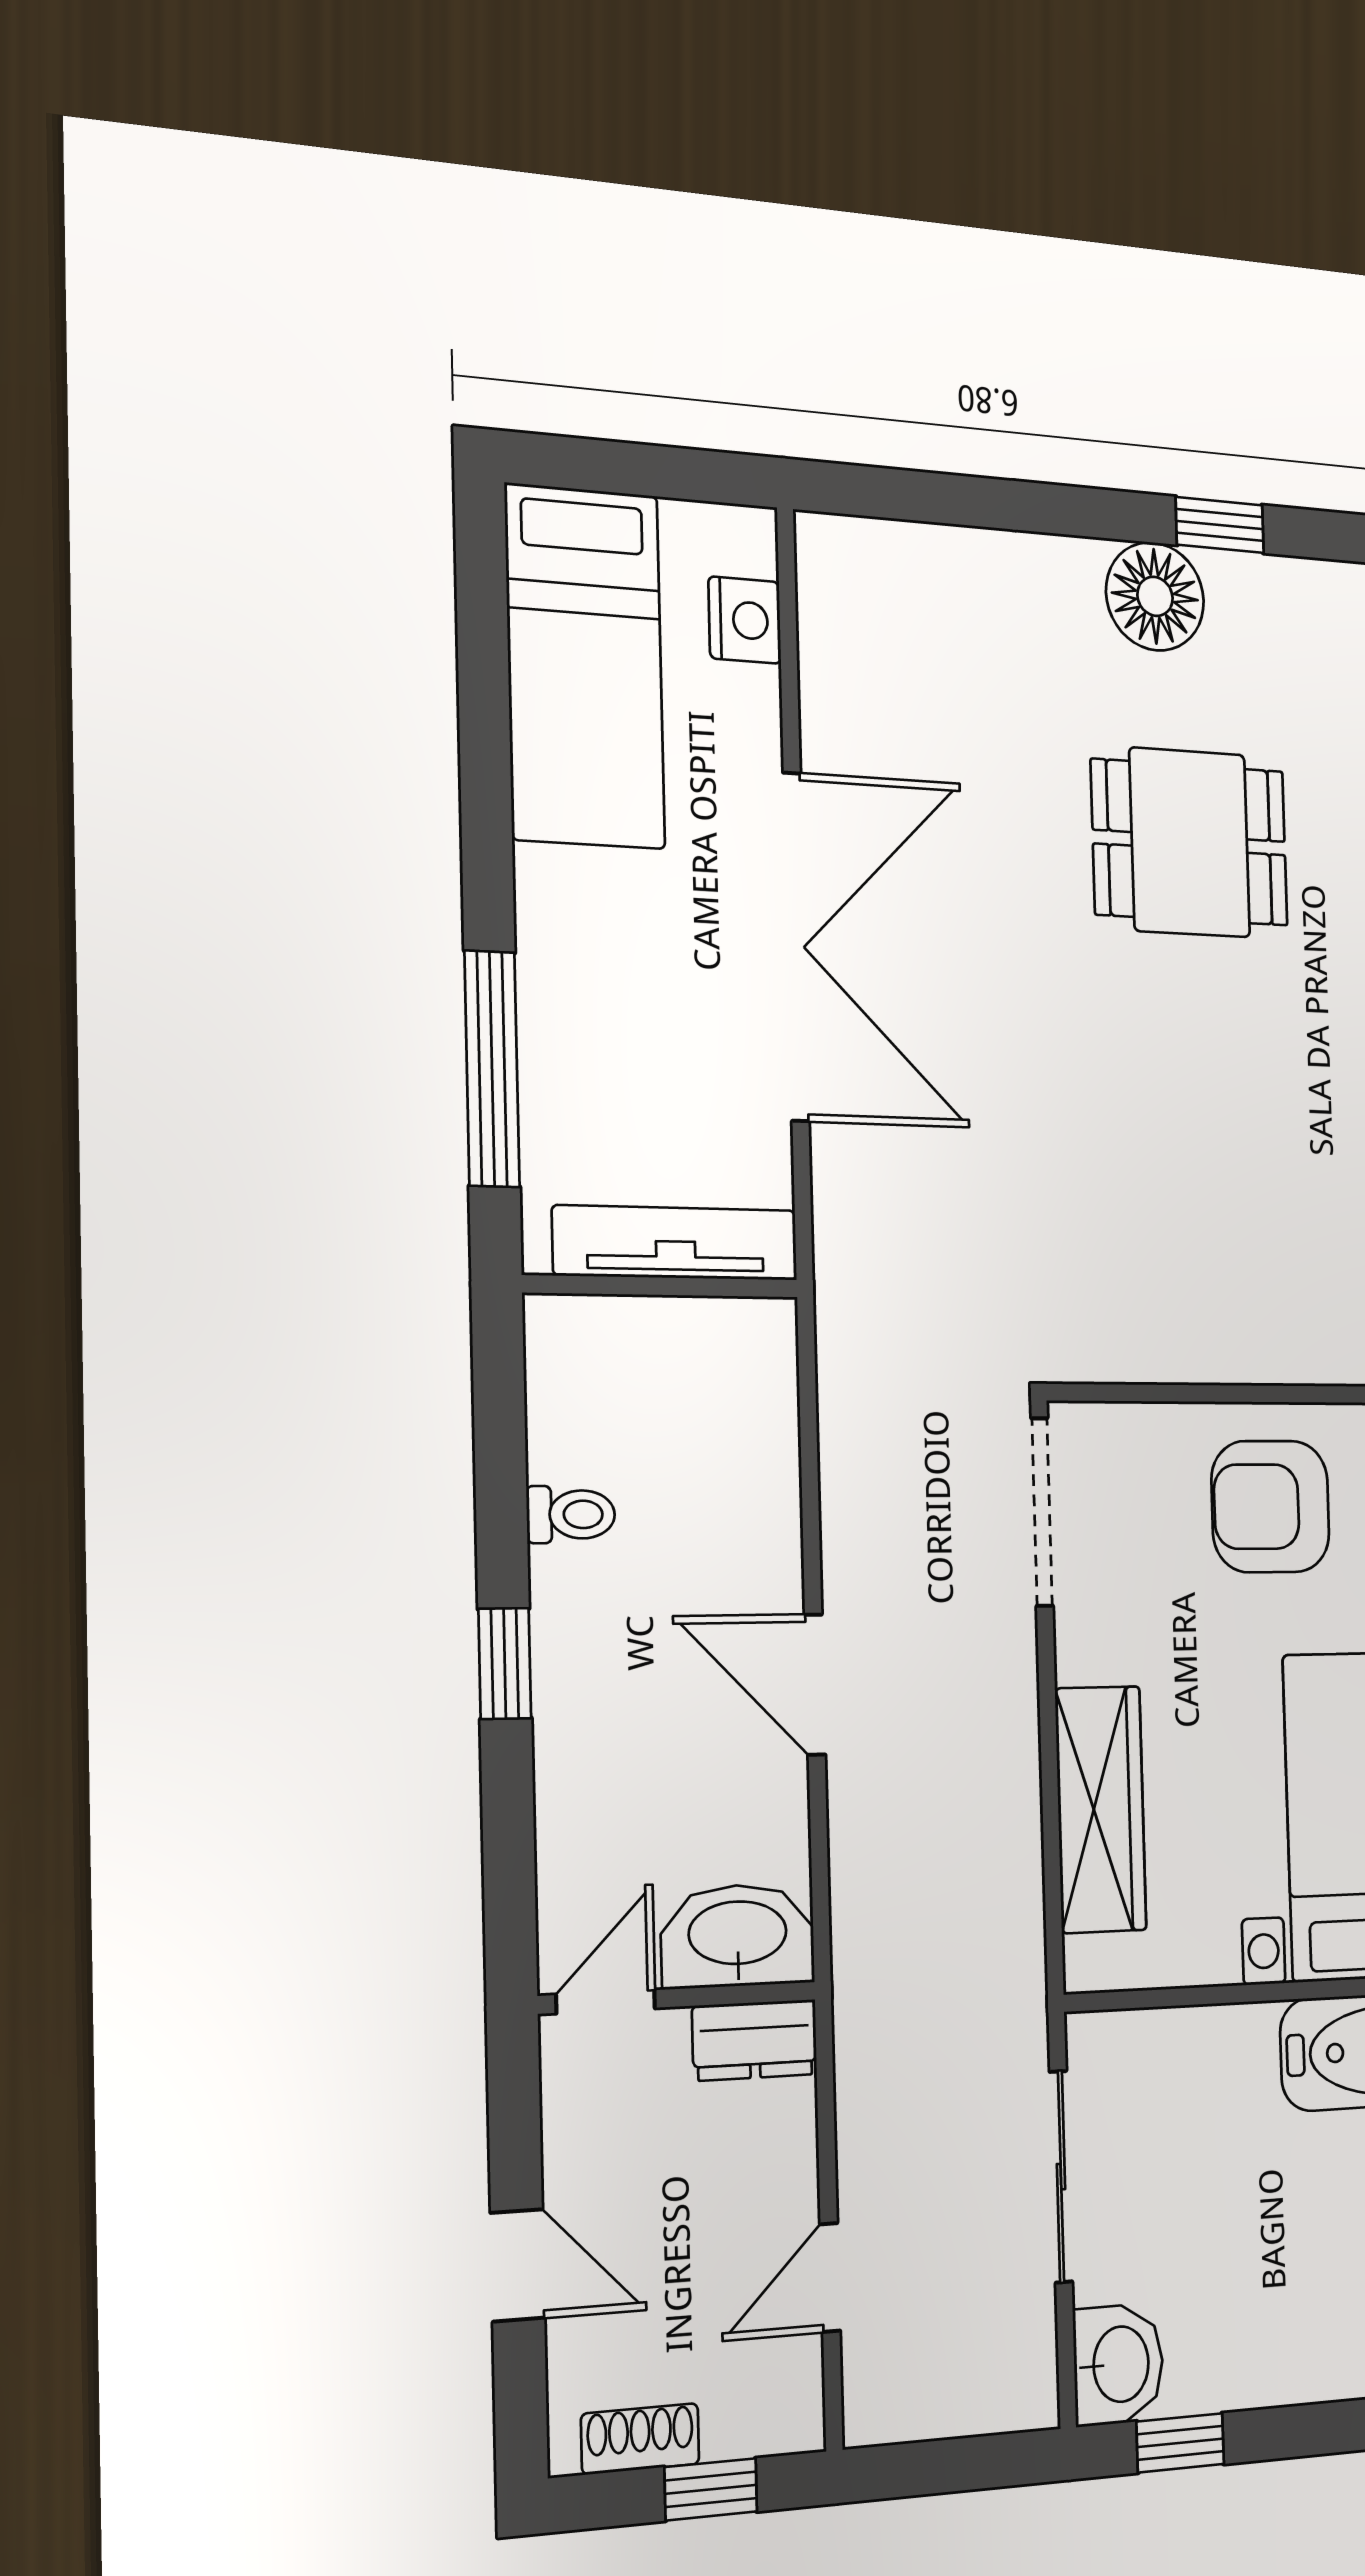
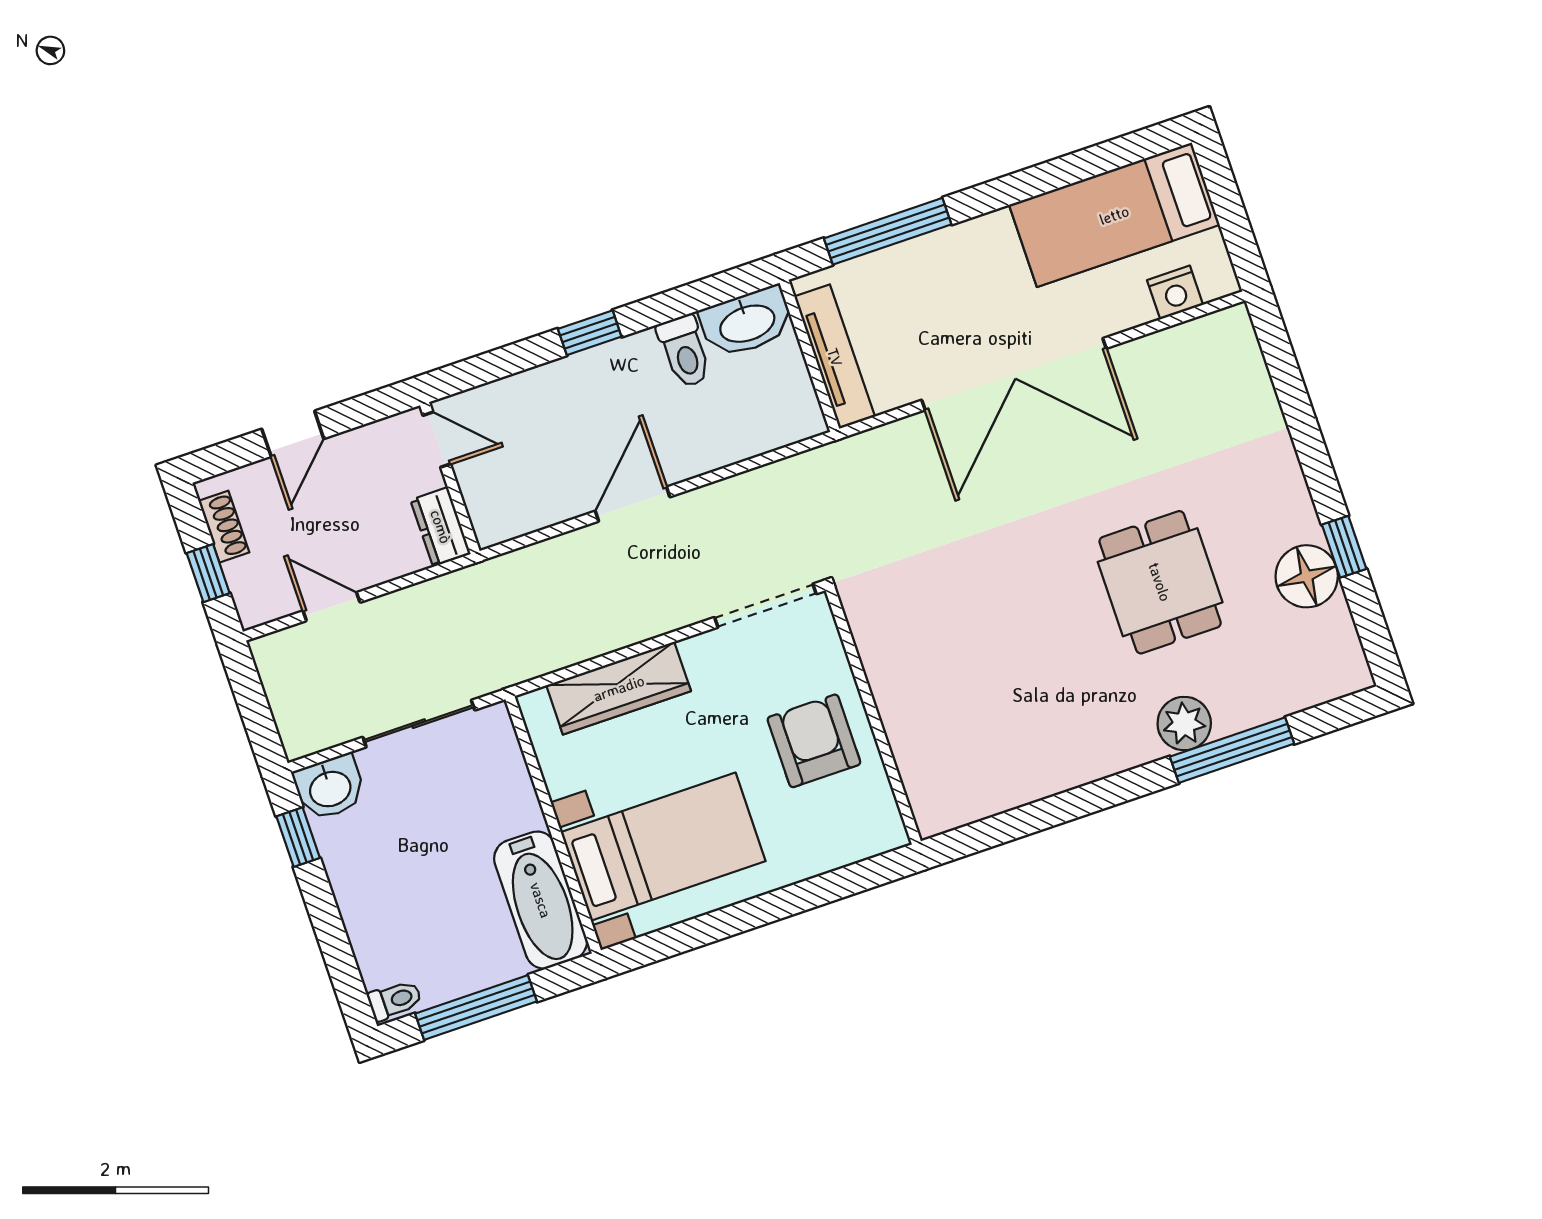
floor lamp: (1155, 596) -> (1307, 576), moved
toilet: (571, 1514) -> (685, 351), width x1.37, depth x1.39
washbasin: (738, 1936) -> (747, 322), moved, turned 90

